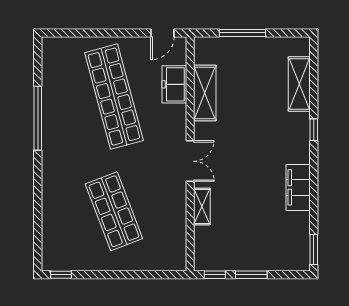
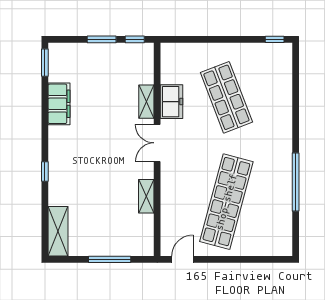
freezer: (174, 84) -> (172, 102), moved
shelving: (299, 84) -> (58, 231), moved
shelving: (205, 93) -> (146, 196), width x0.67, depth x0.75
shop shelf: (114, 97) -> (226, 202), turned 30
filing cabinet: (298, 187) -> (59, 104), moved

